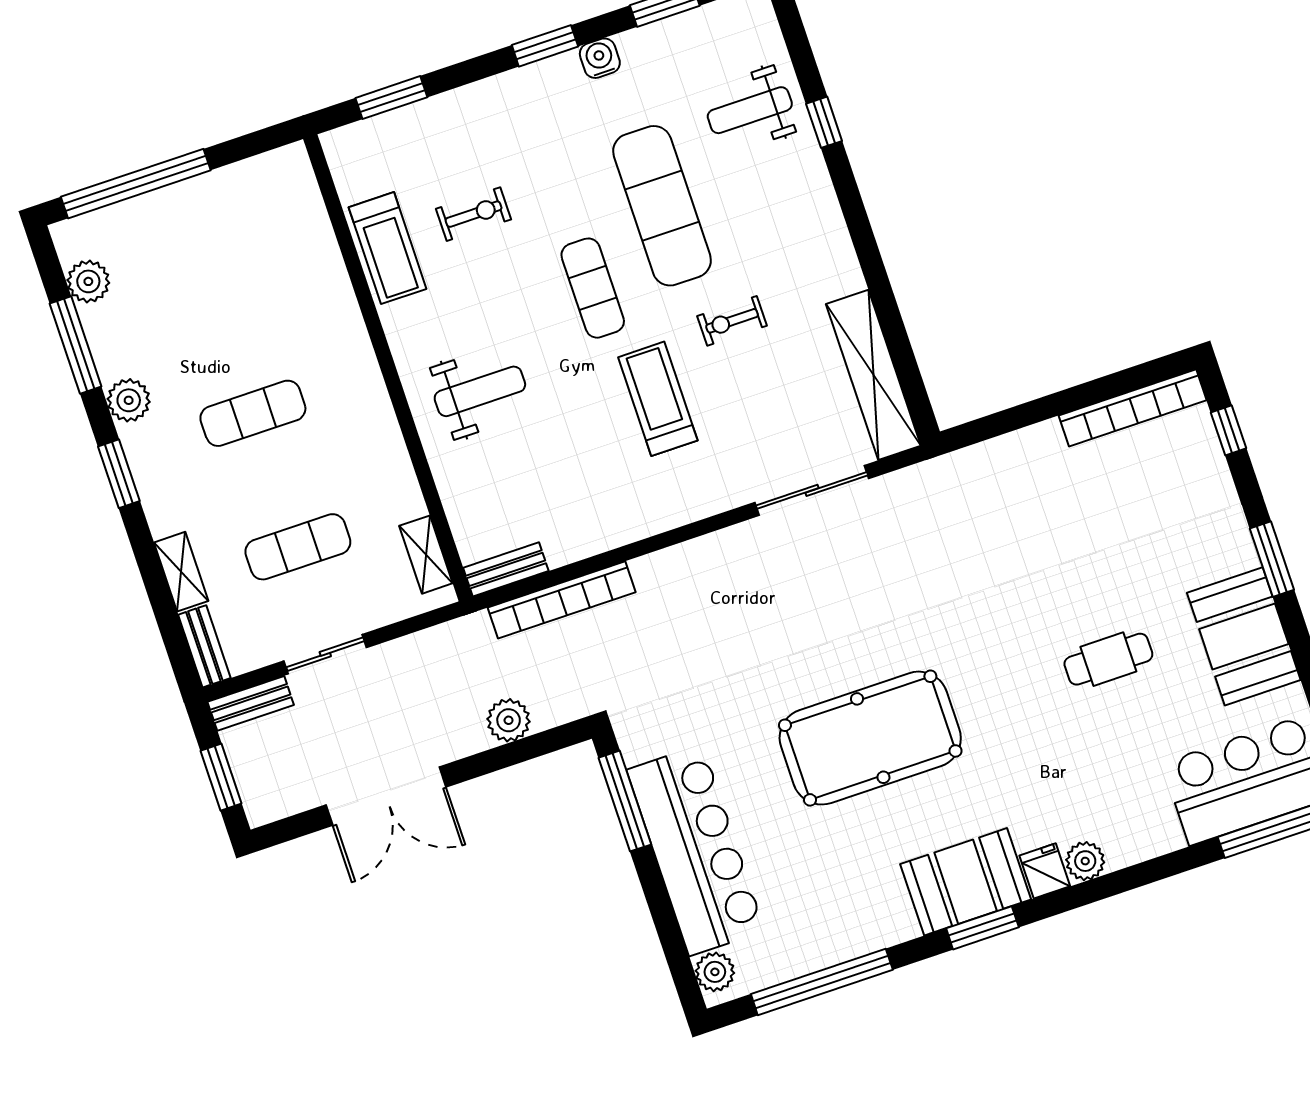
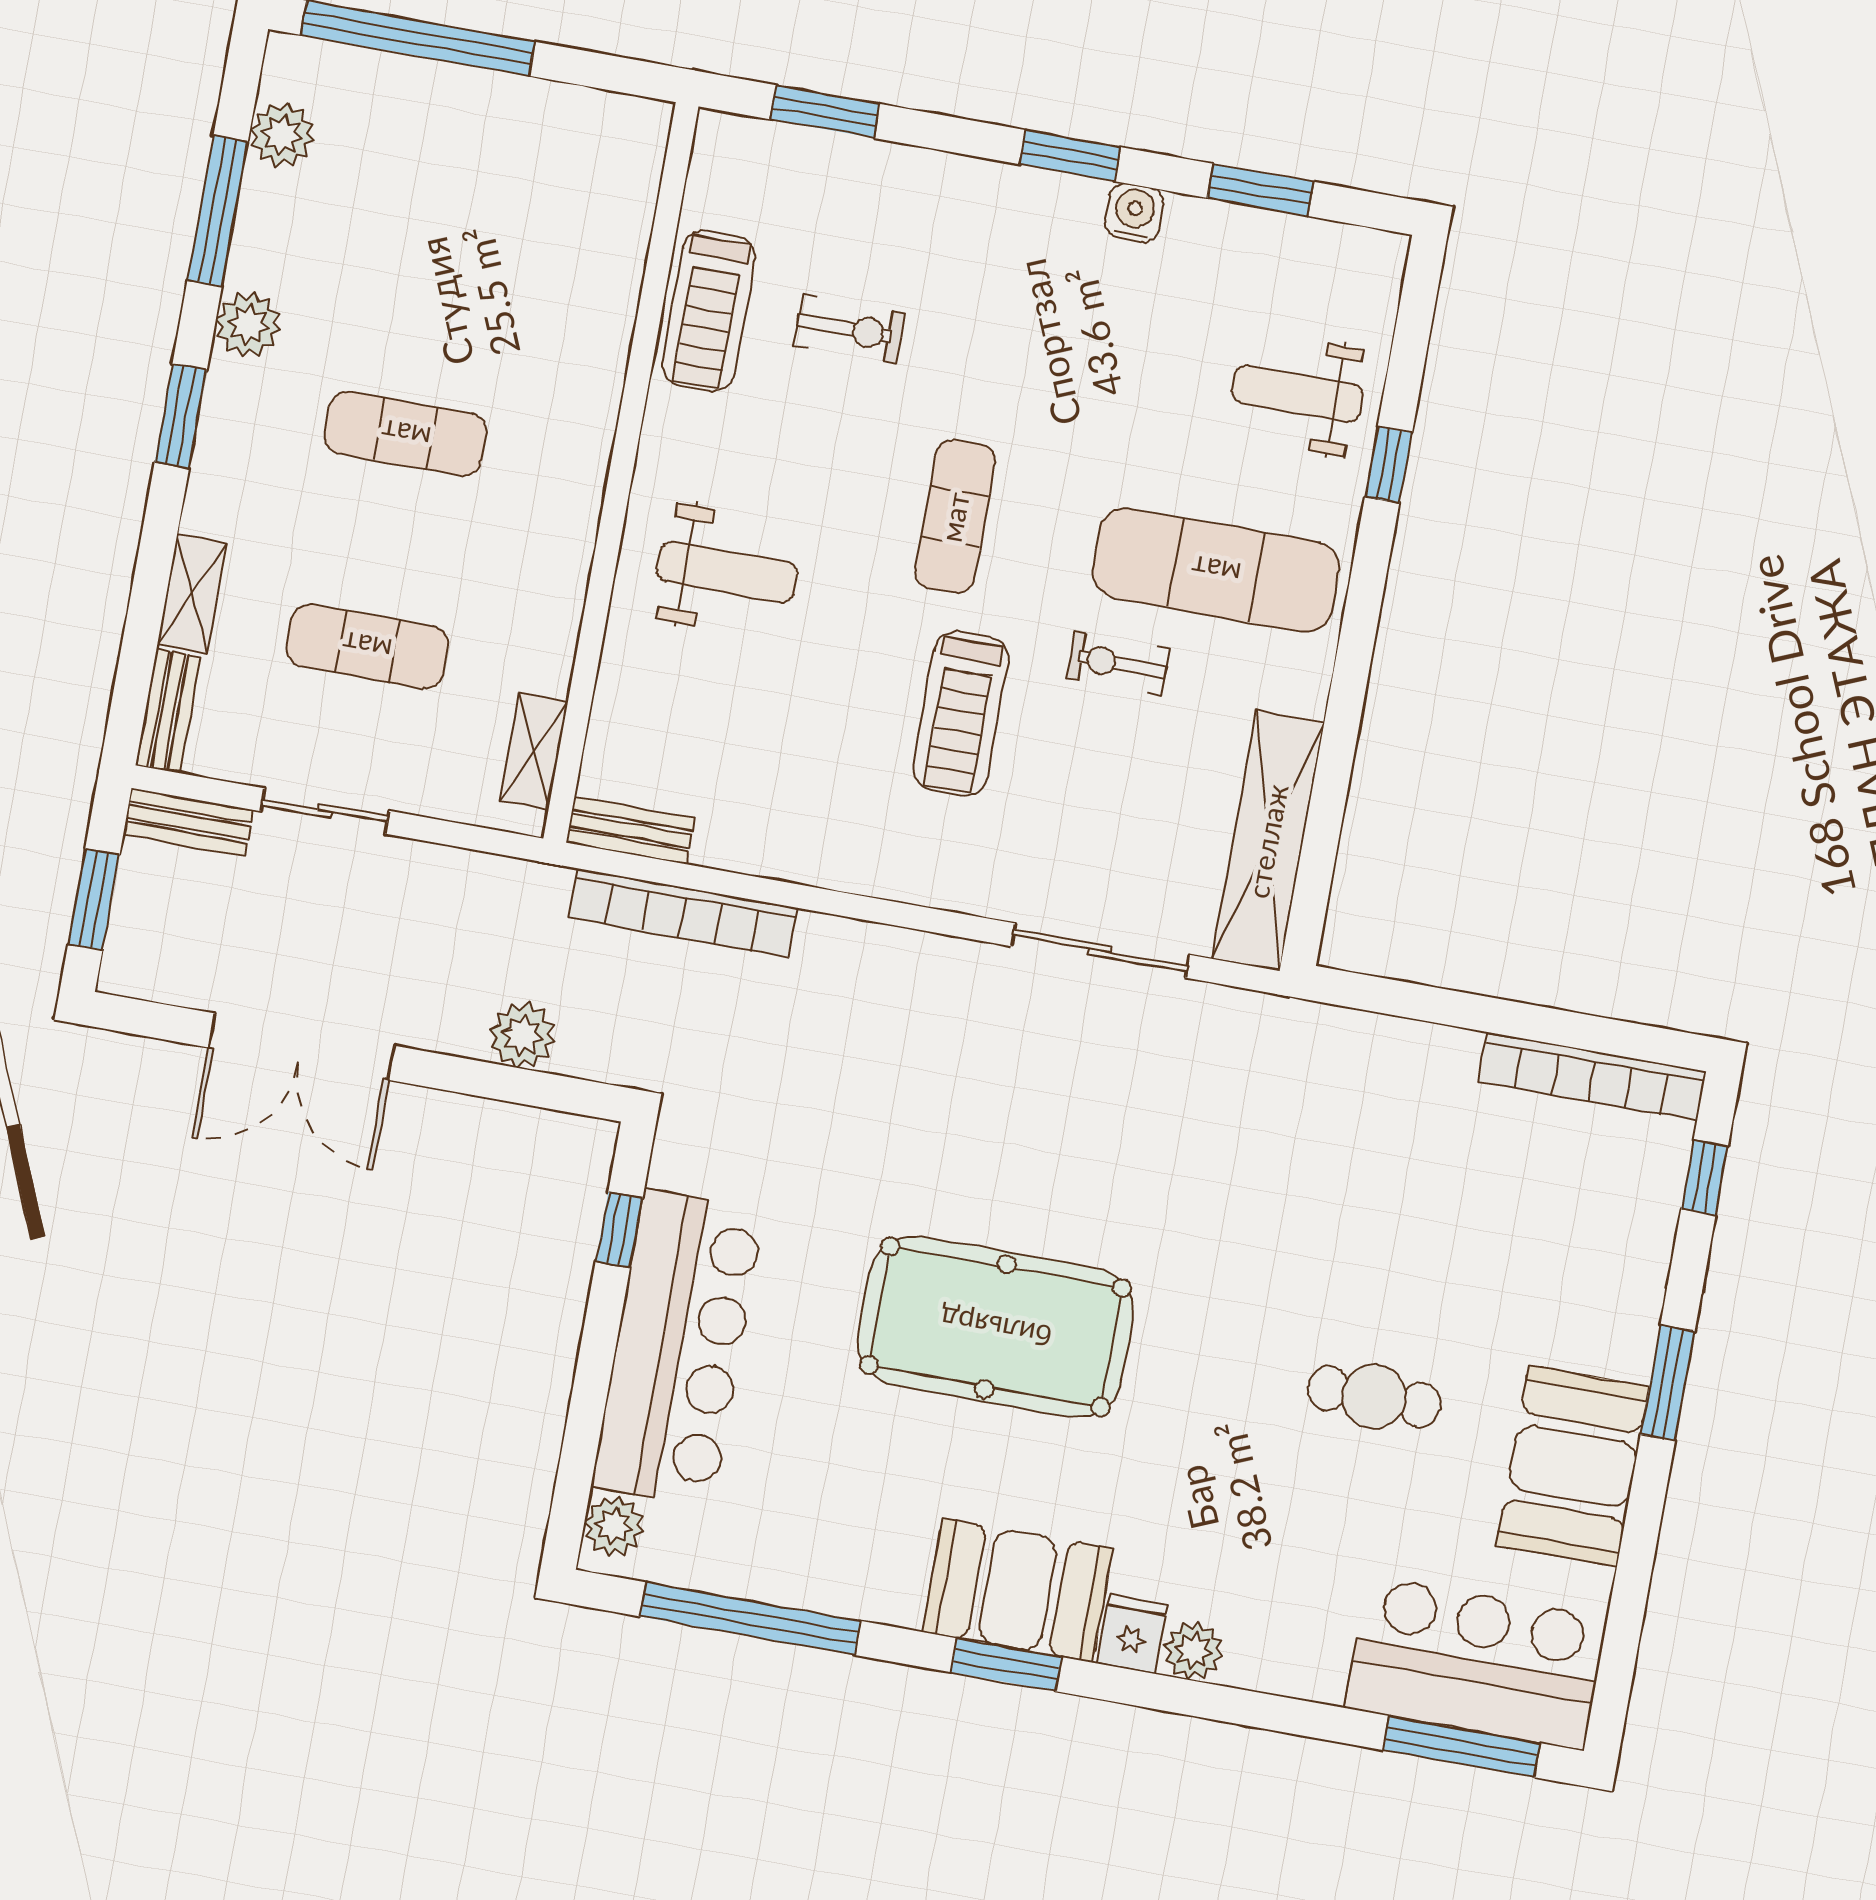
exercise mat: (662, 206) -> (1216, 570), moved, turned 90
treadmill: (658, 399) -> (961, 714), turned 180
window: (625, 801) -> (619, 1230), width x0.46

